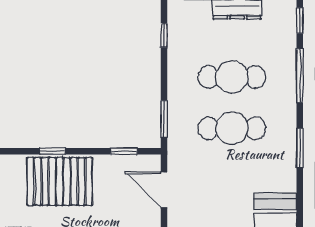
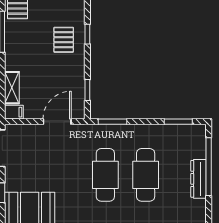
window: (164, 35) -> (178, 122), width x1.50
pallet: (60, 181) -> (64, 40), width x0.49, depth x0.50

